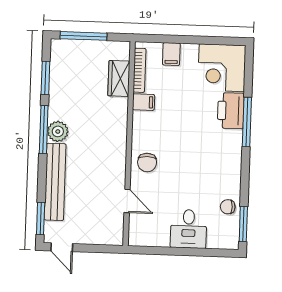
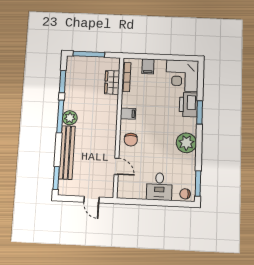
filing cabinet: (144, 102) -> (128, 114), moved
window: (247, 122) -> (200, 112), width x0.69
plant: (227, 166) -> (186, 143), added
chair: (228, 207) -> (185, 194), moved
door: (62, 247) -> (91, 200), moved

